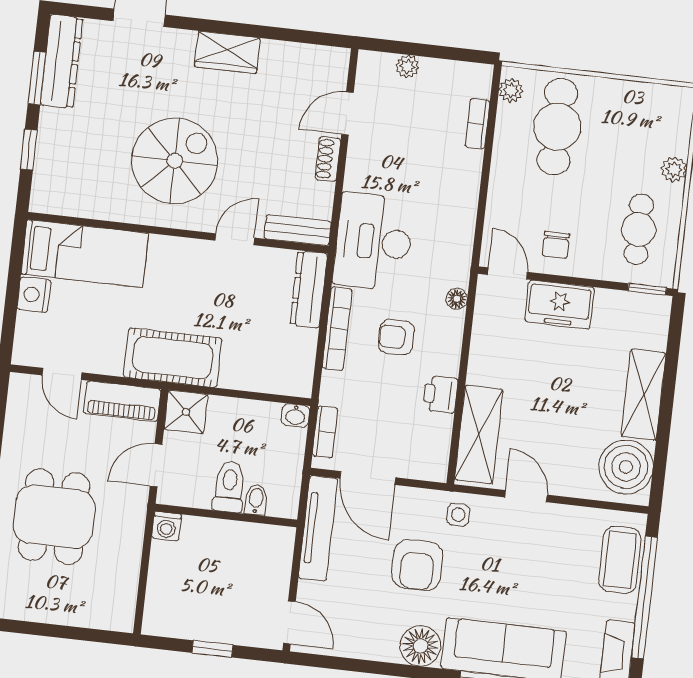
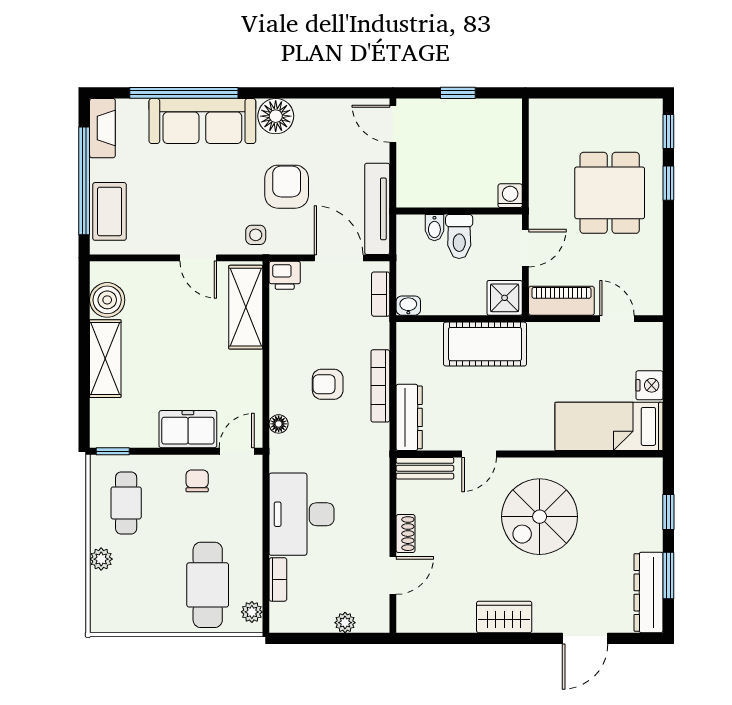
desk: (374, 242) -> (302, 514), moved, turned 180
door: (507, 273) -> (237, 451), swing flipped
armchair: (396, 337) -> (328, 384), turned 180
cot: (173, 358) -> (485, 344), moved
printer: (440, 394) -> (285, 275), moved, turned 90
boiler: (626, 467) -> (107, 300), width x0.73, depth x0.73

